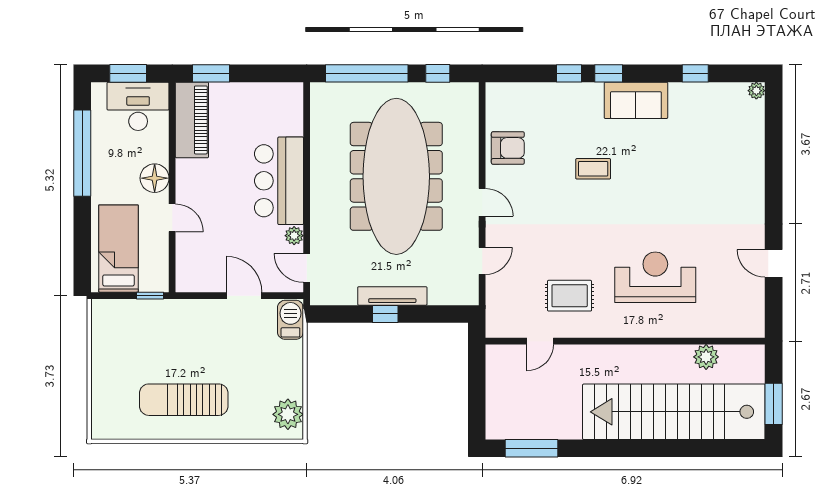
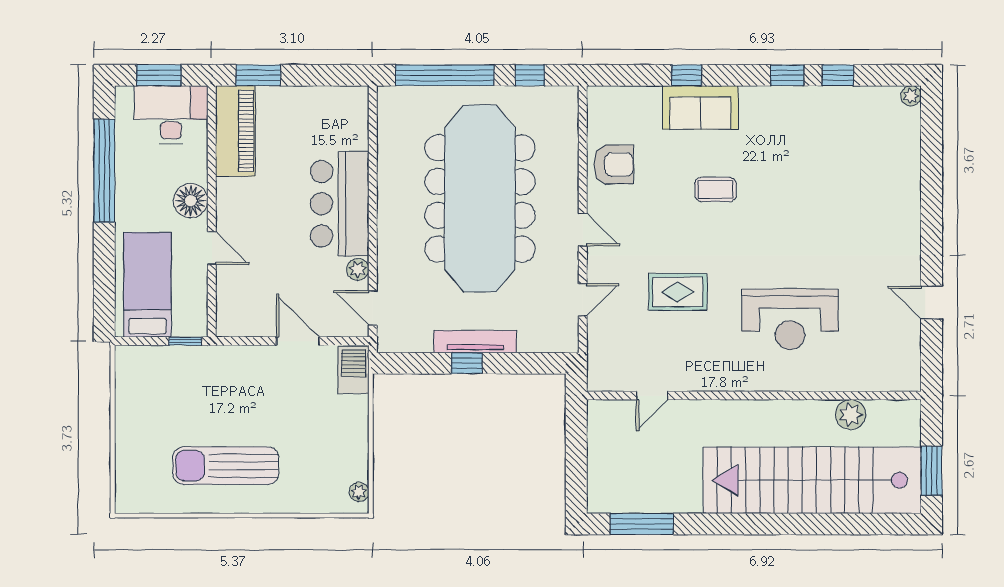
window: (609, 73) -> (787, 75), moved
sofa: (636, 100) -> (700, 107), moved
reception desk: (655, 277) -> (790, 319), turned 180
rug: (570, 296) -> (678, 292), moved
plant: (288, 414) -> (359, 492), width x0.53, depth x0.53

